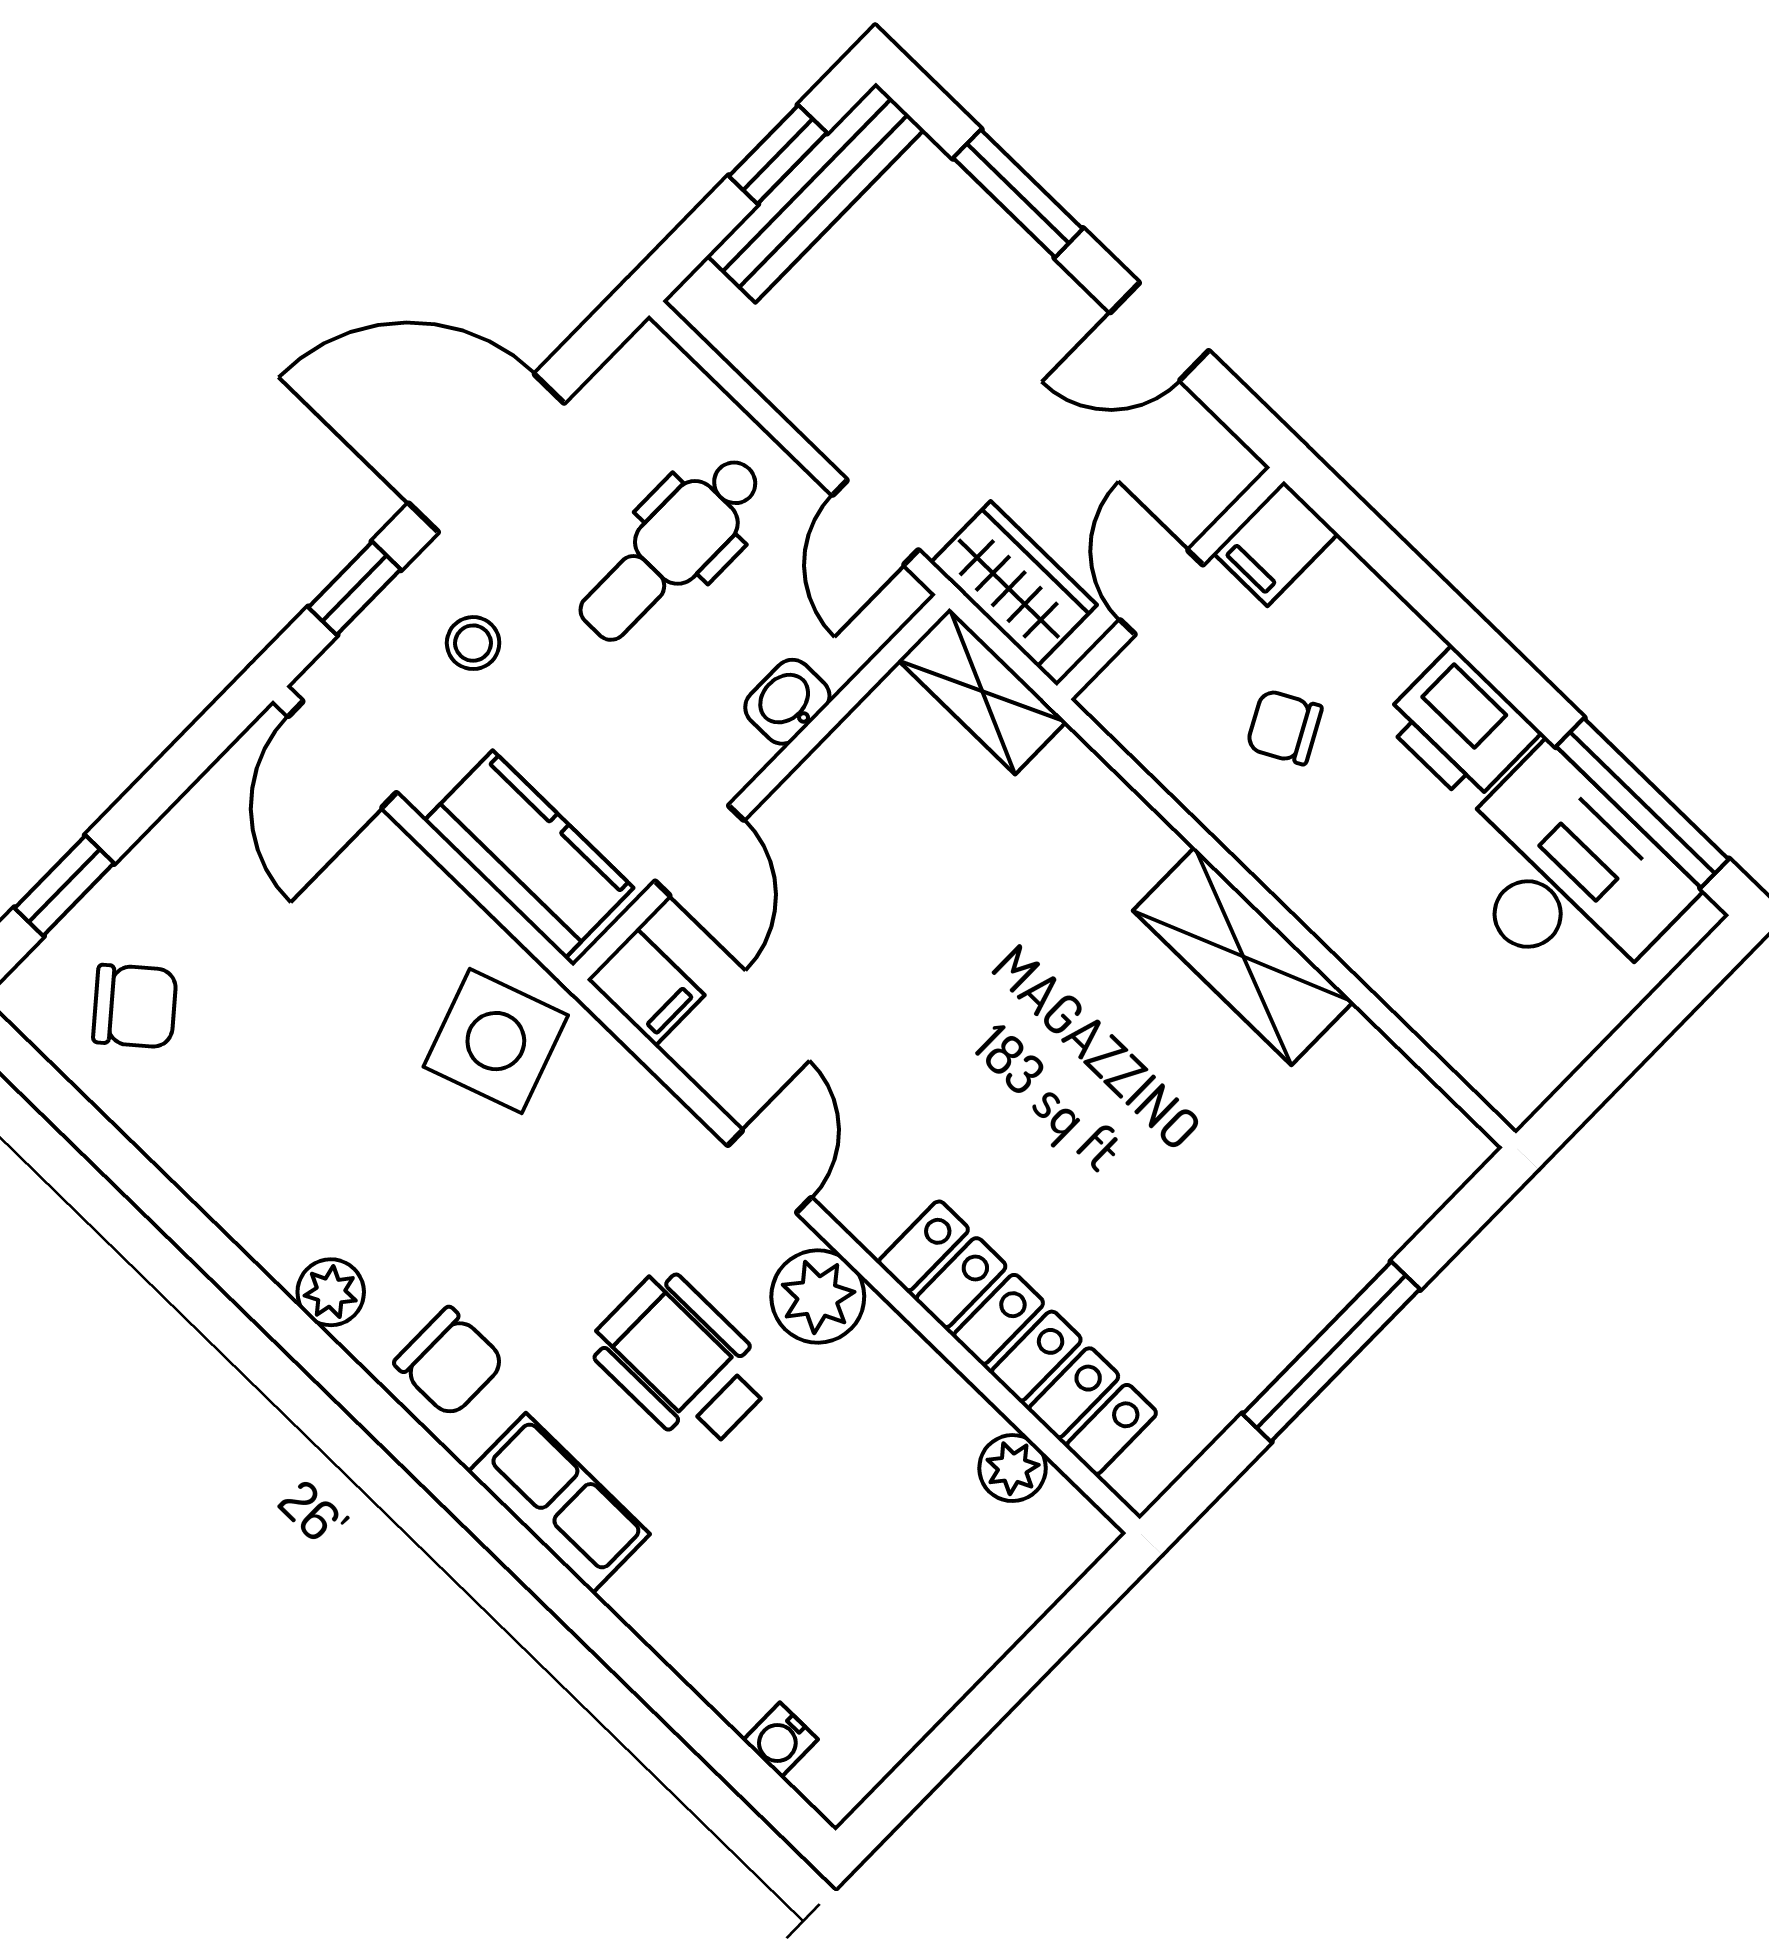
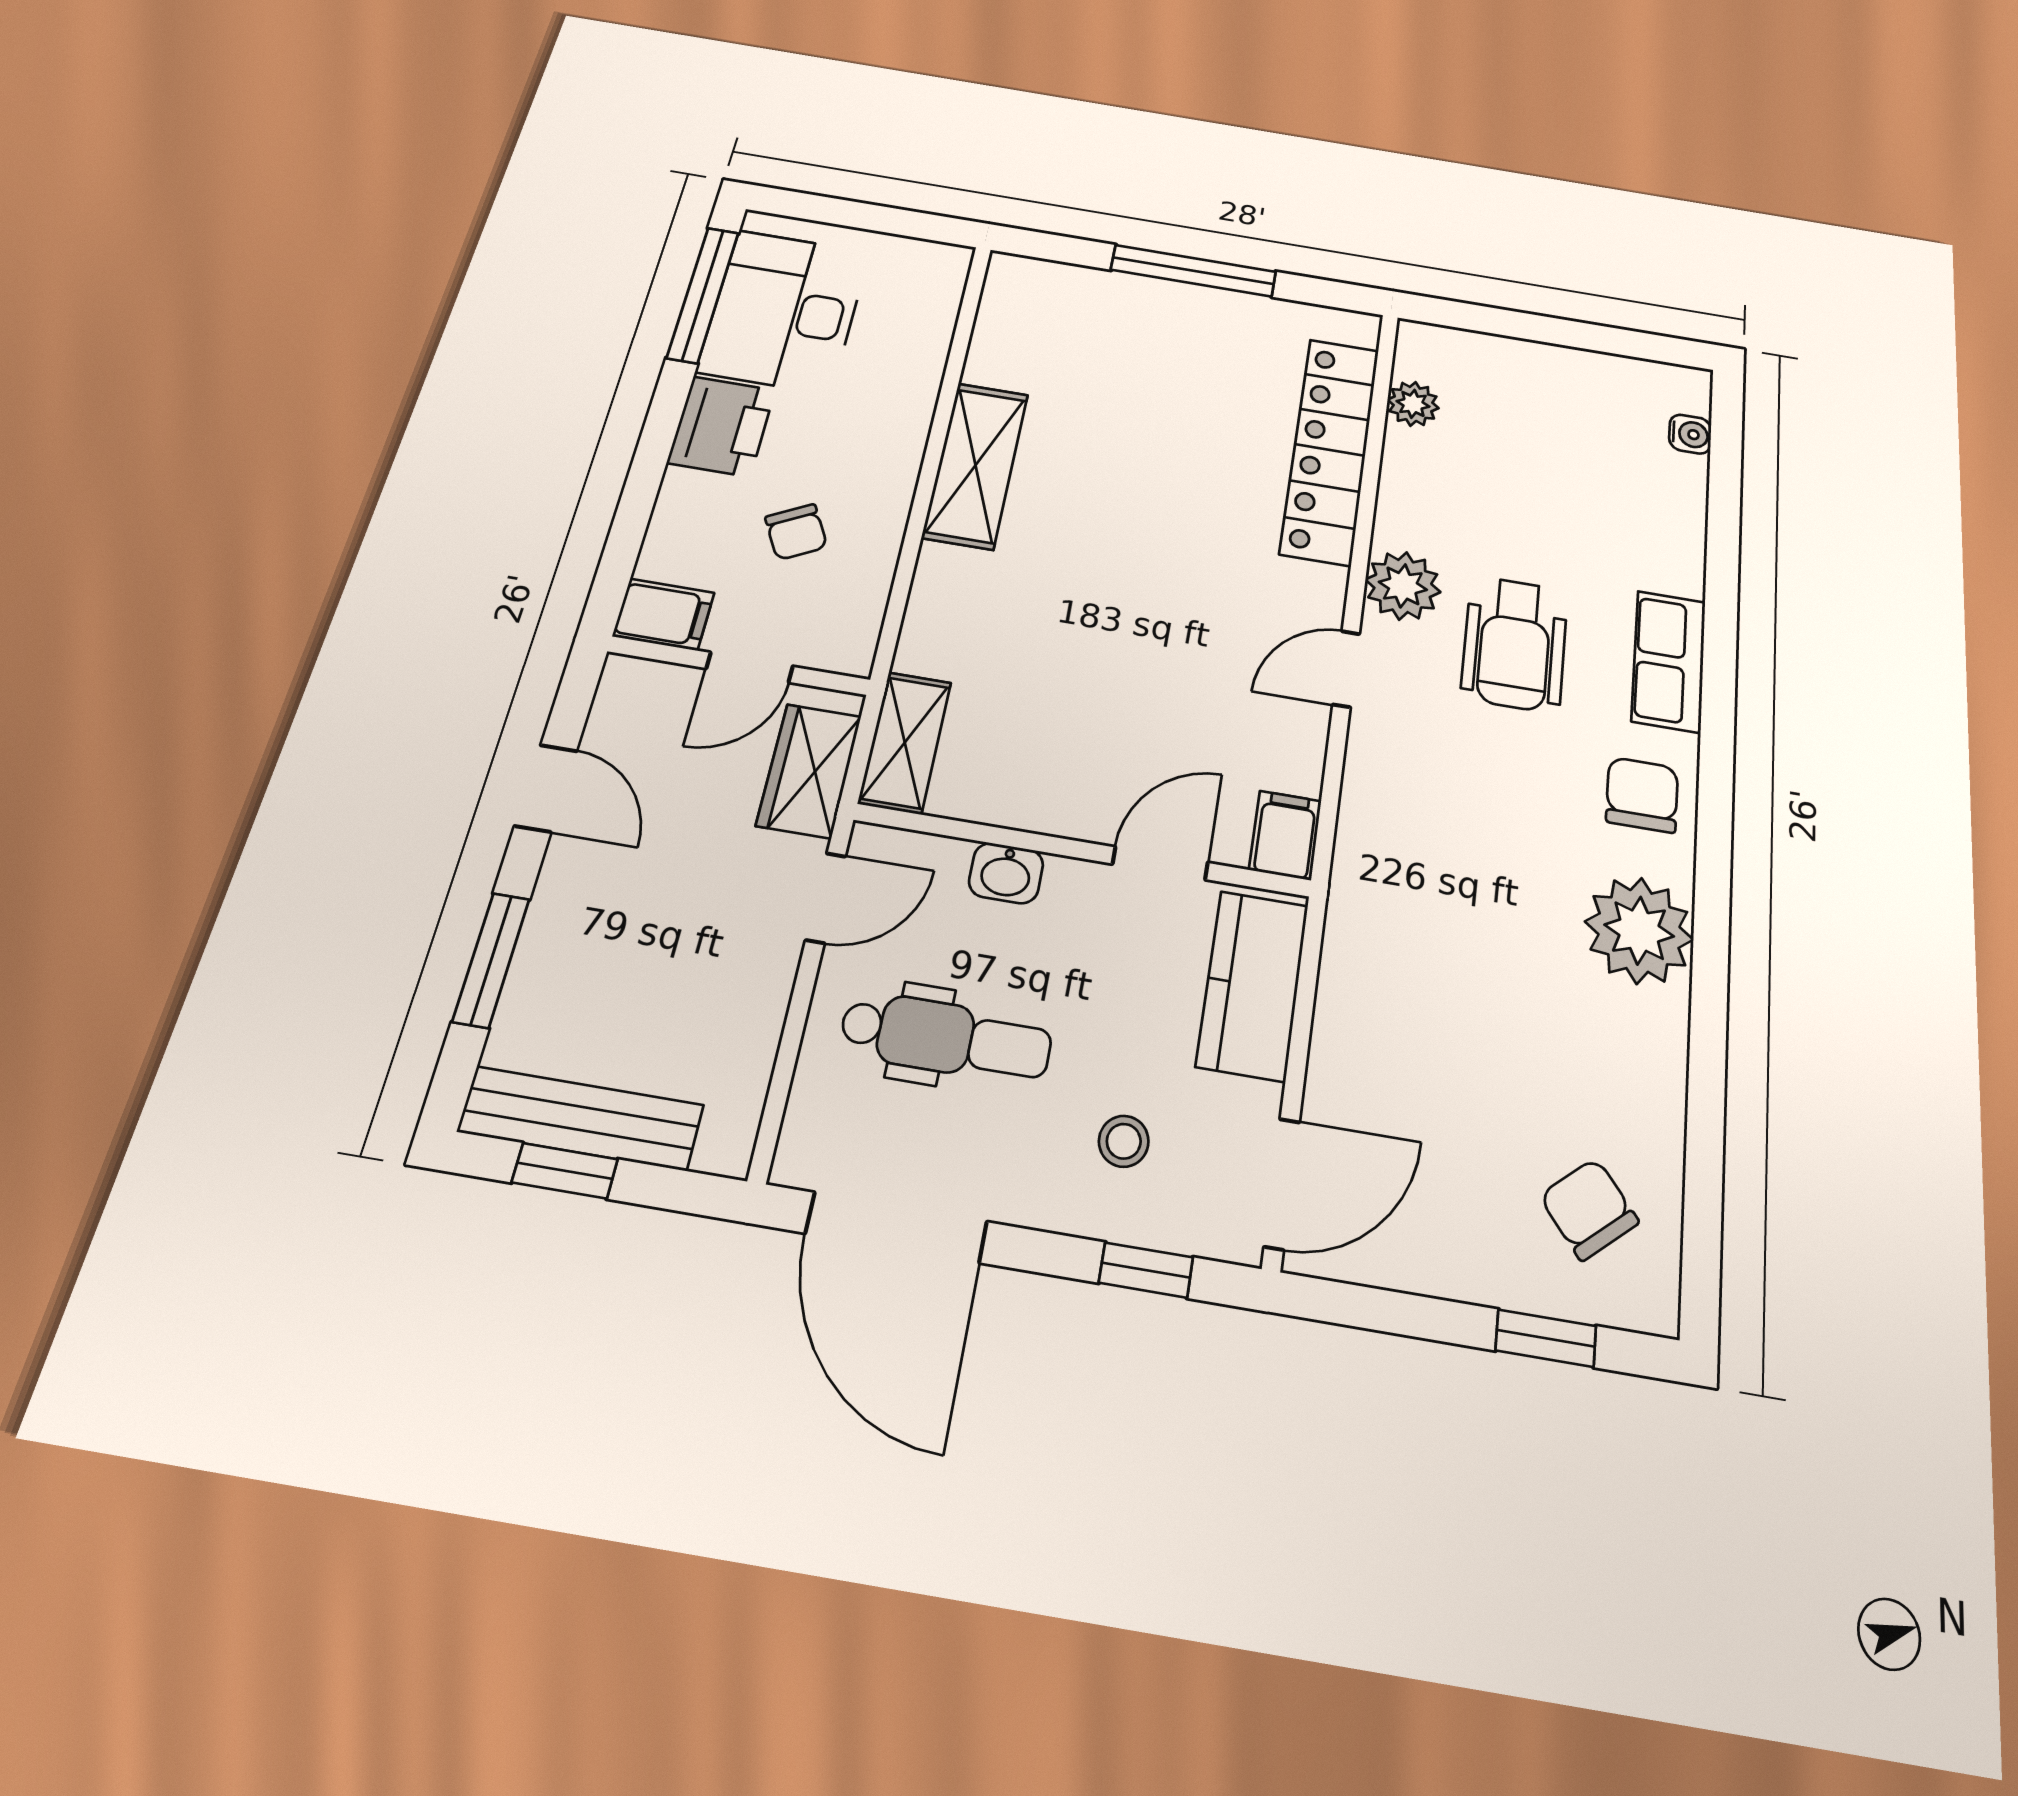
door: (486, 453) -> (896, 1227), moved
side table: (496, 1041) -> (1403, 915), removed
plant: (331, 1292) -> (1639, 931), width x1.87, depth x1.87

